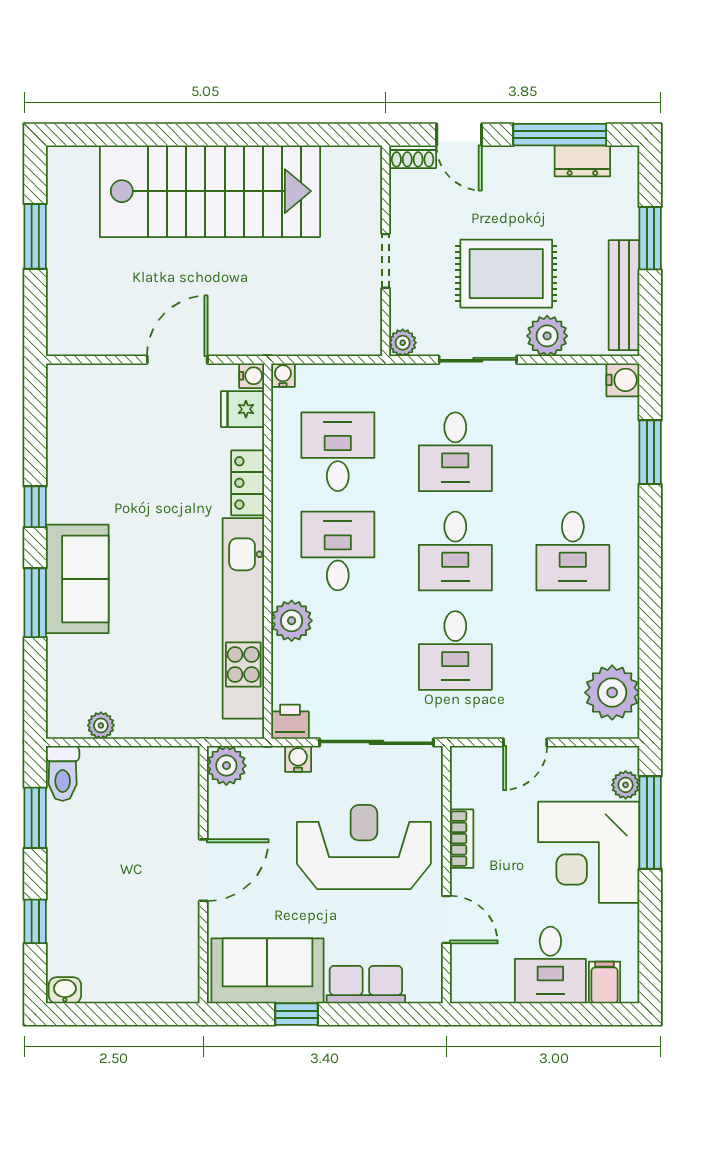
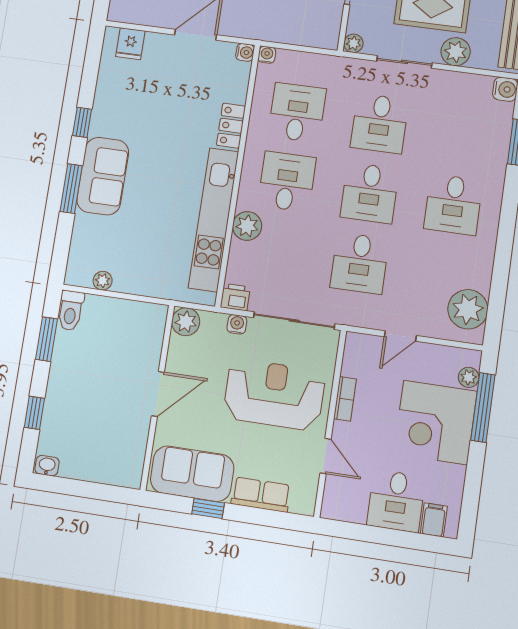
fridge: (243, 409) -> (130, 44), moved, turned -90

